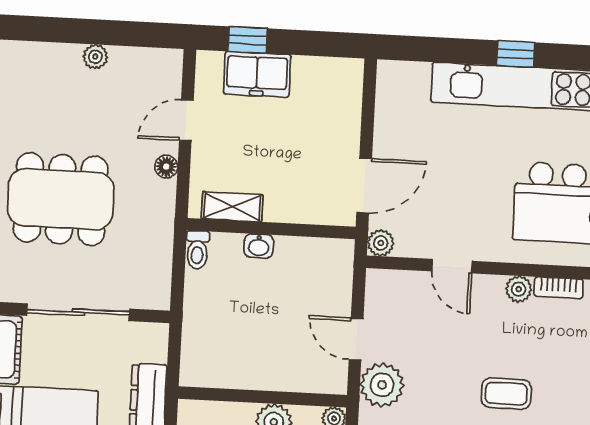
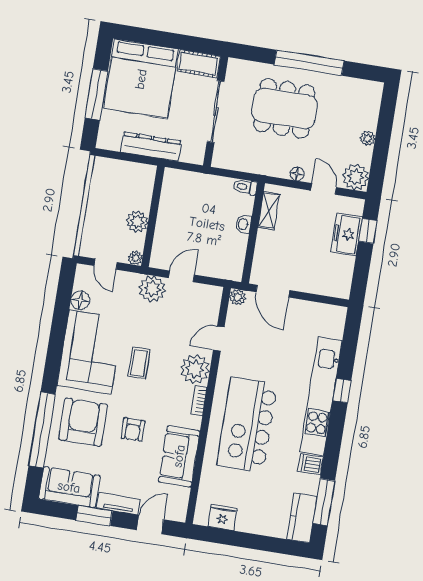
plant: (161, 70) -> (356, 177), added
dining table: (61, 199) -> (284, 108), turned 90
plant: (519, 289) -> (195, 369), width x1.88, depth x1.88

